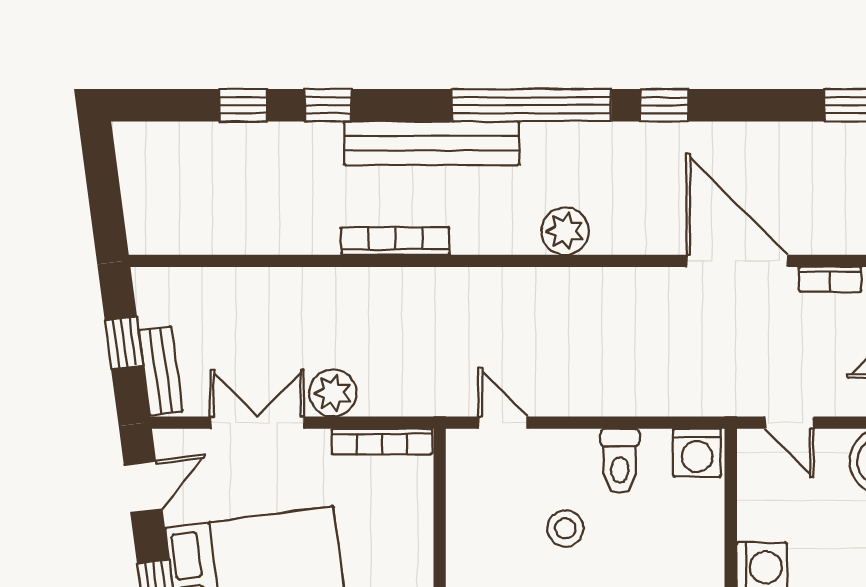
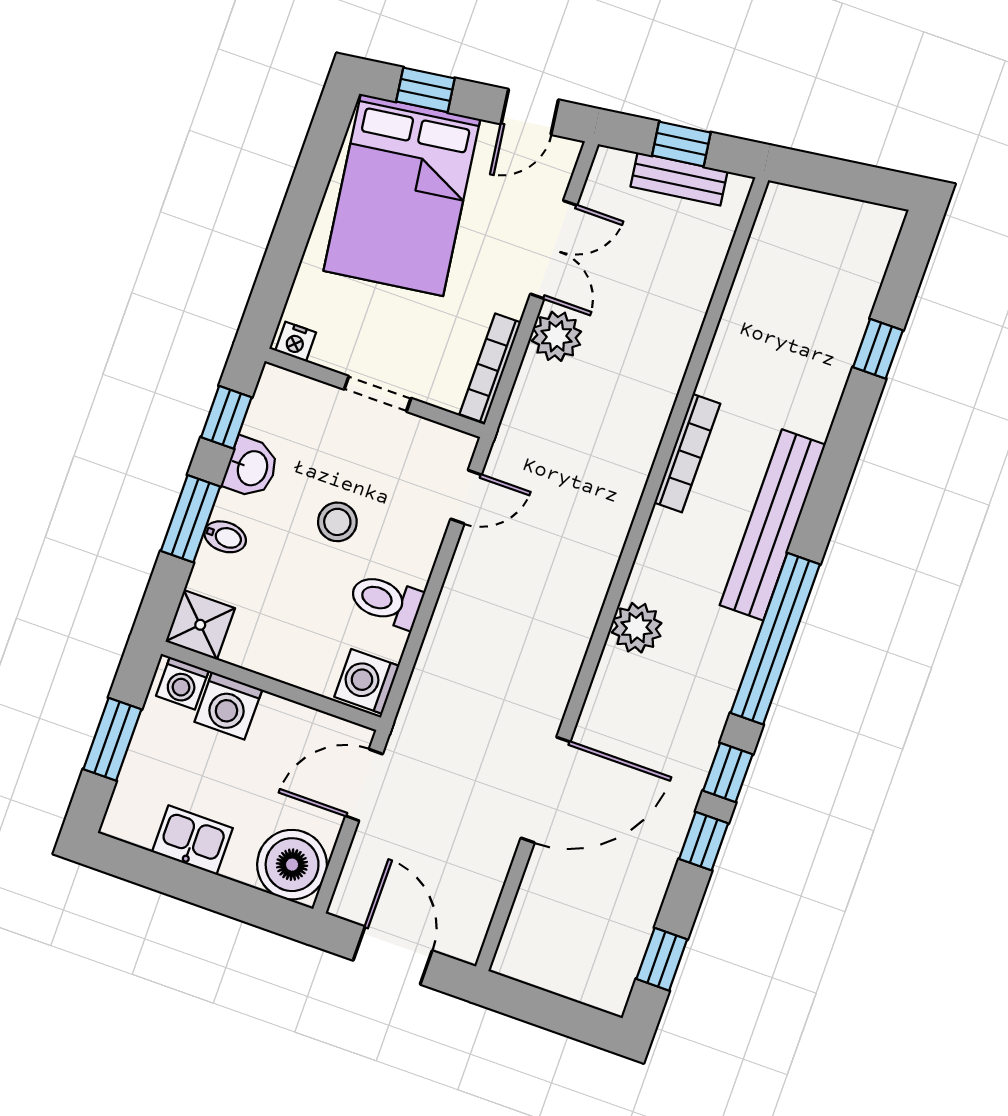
window: (328, 105) -> (704, 841), moved
bookcase: (830, 279) -> (494, 877), removed
bench: (161, 371) -> (679, 179), moved
door: (789, 423) -> (364, 785), width x1.38
door: (143, 487) -> (530, 112), hinge flipped
doorway: (440, 533) -> (378, 394), added

